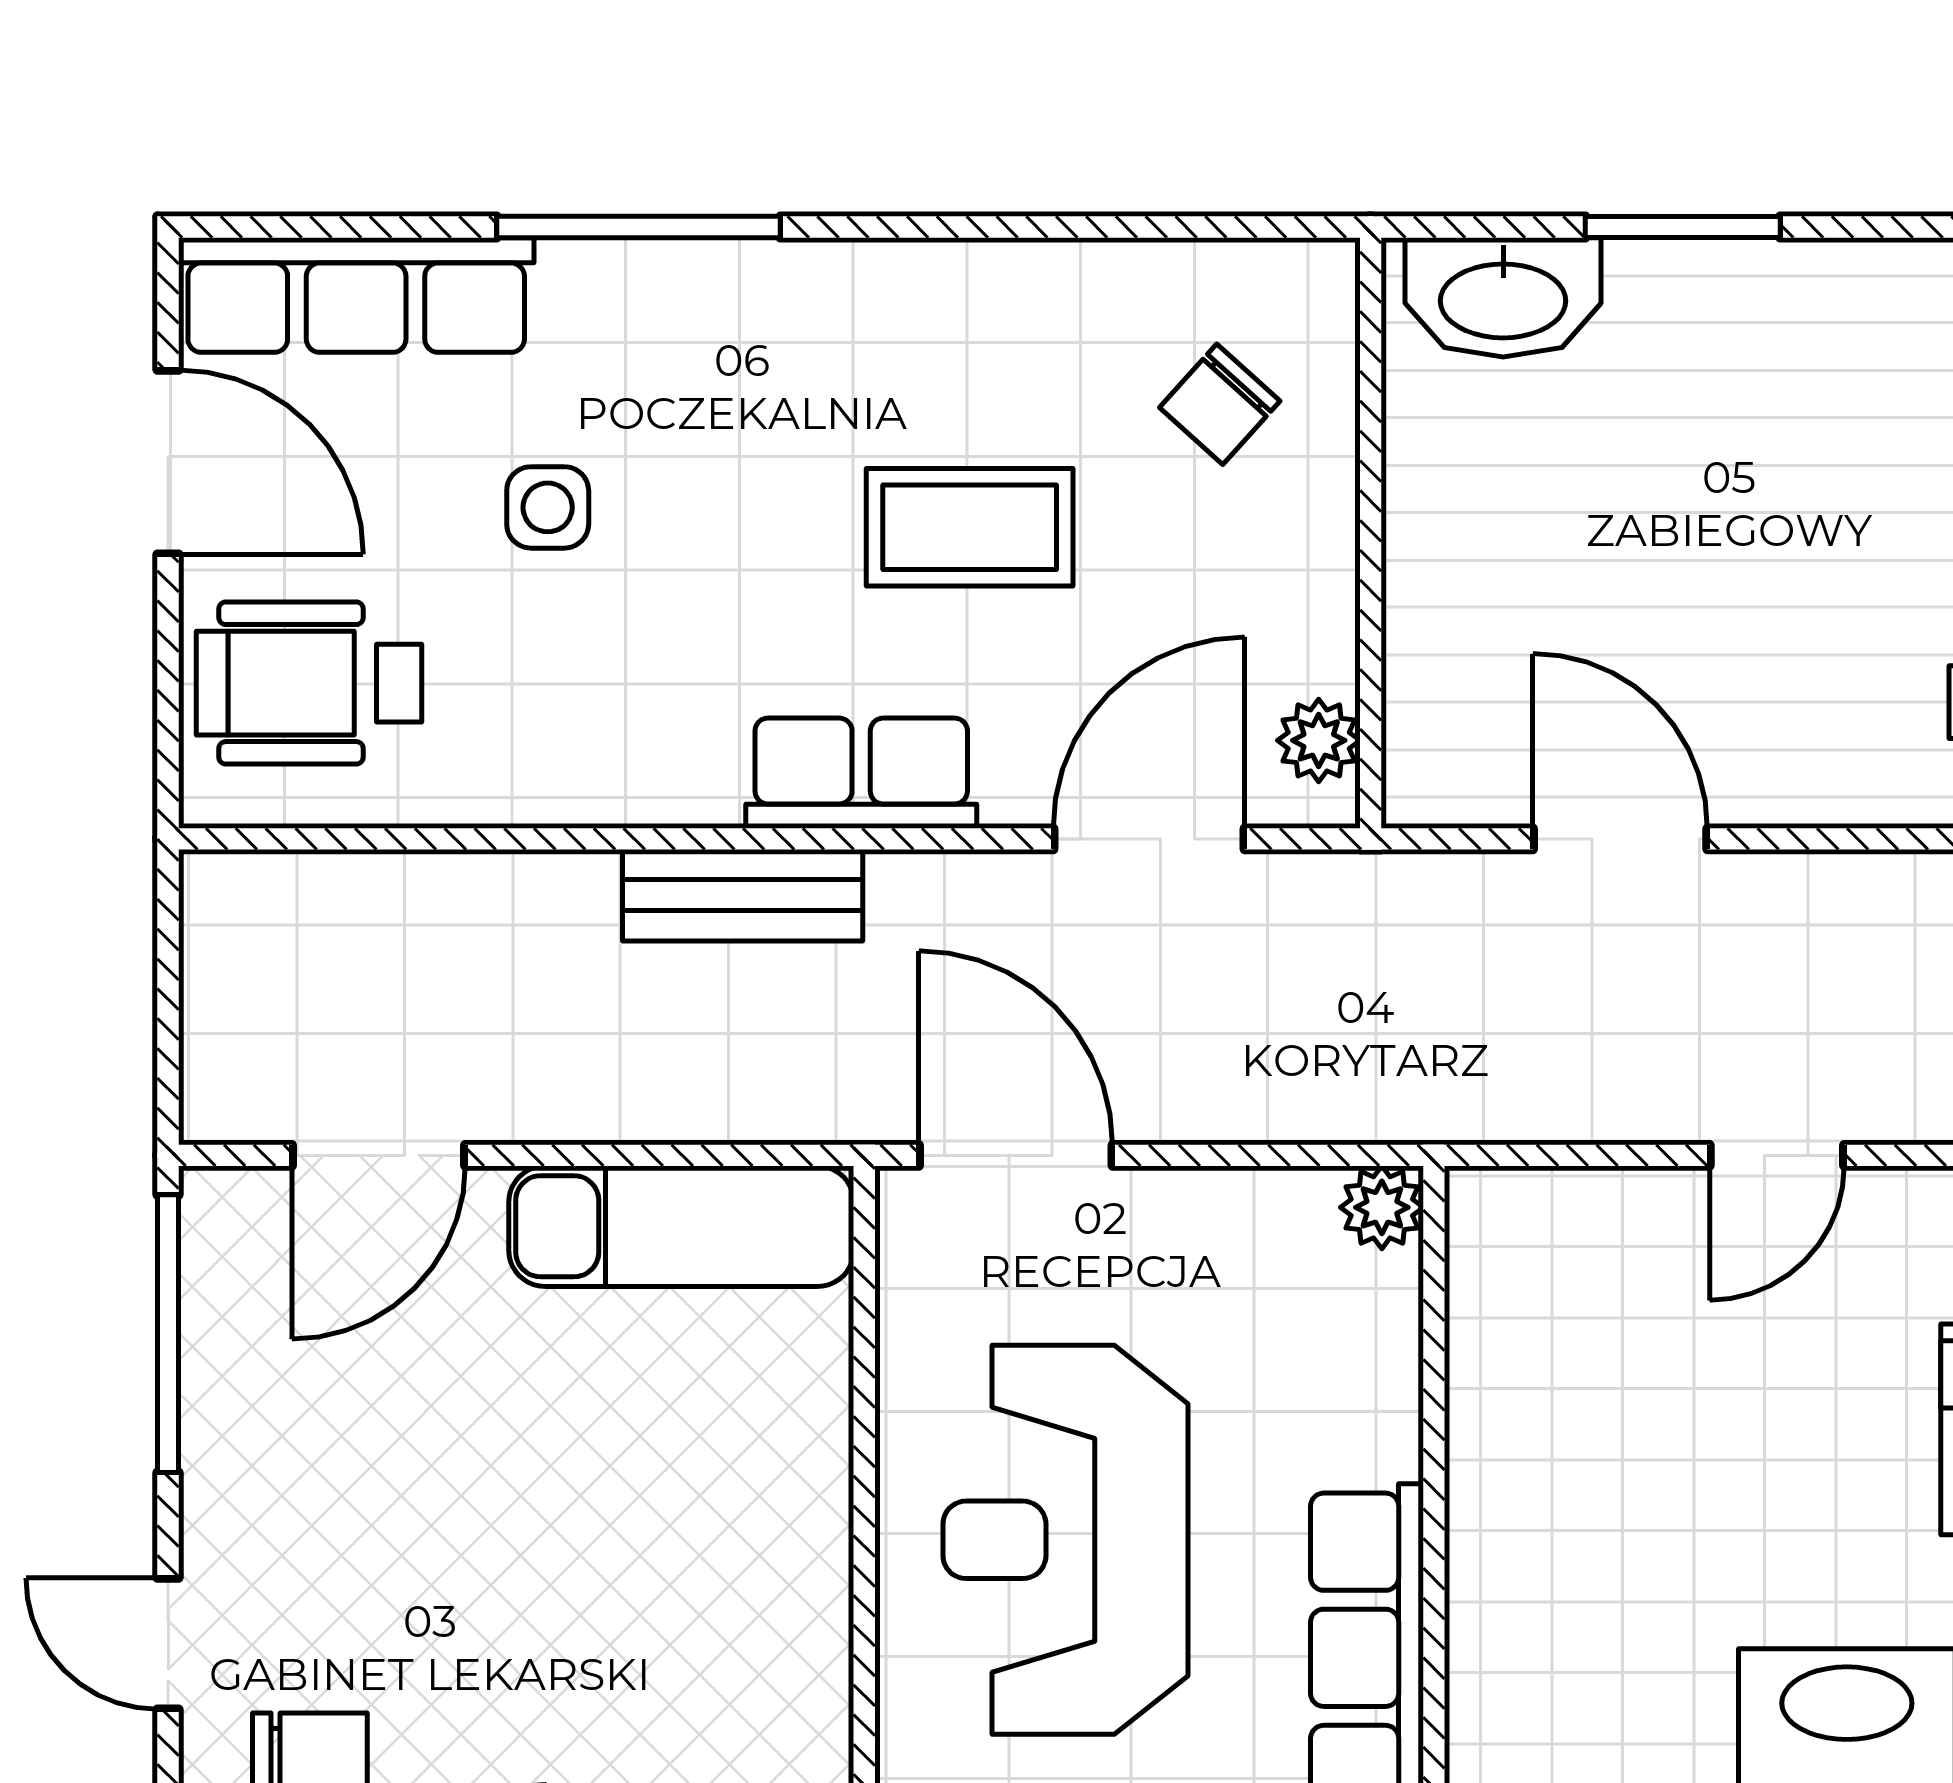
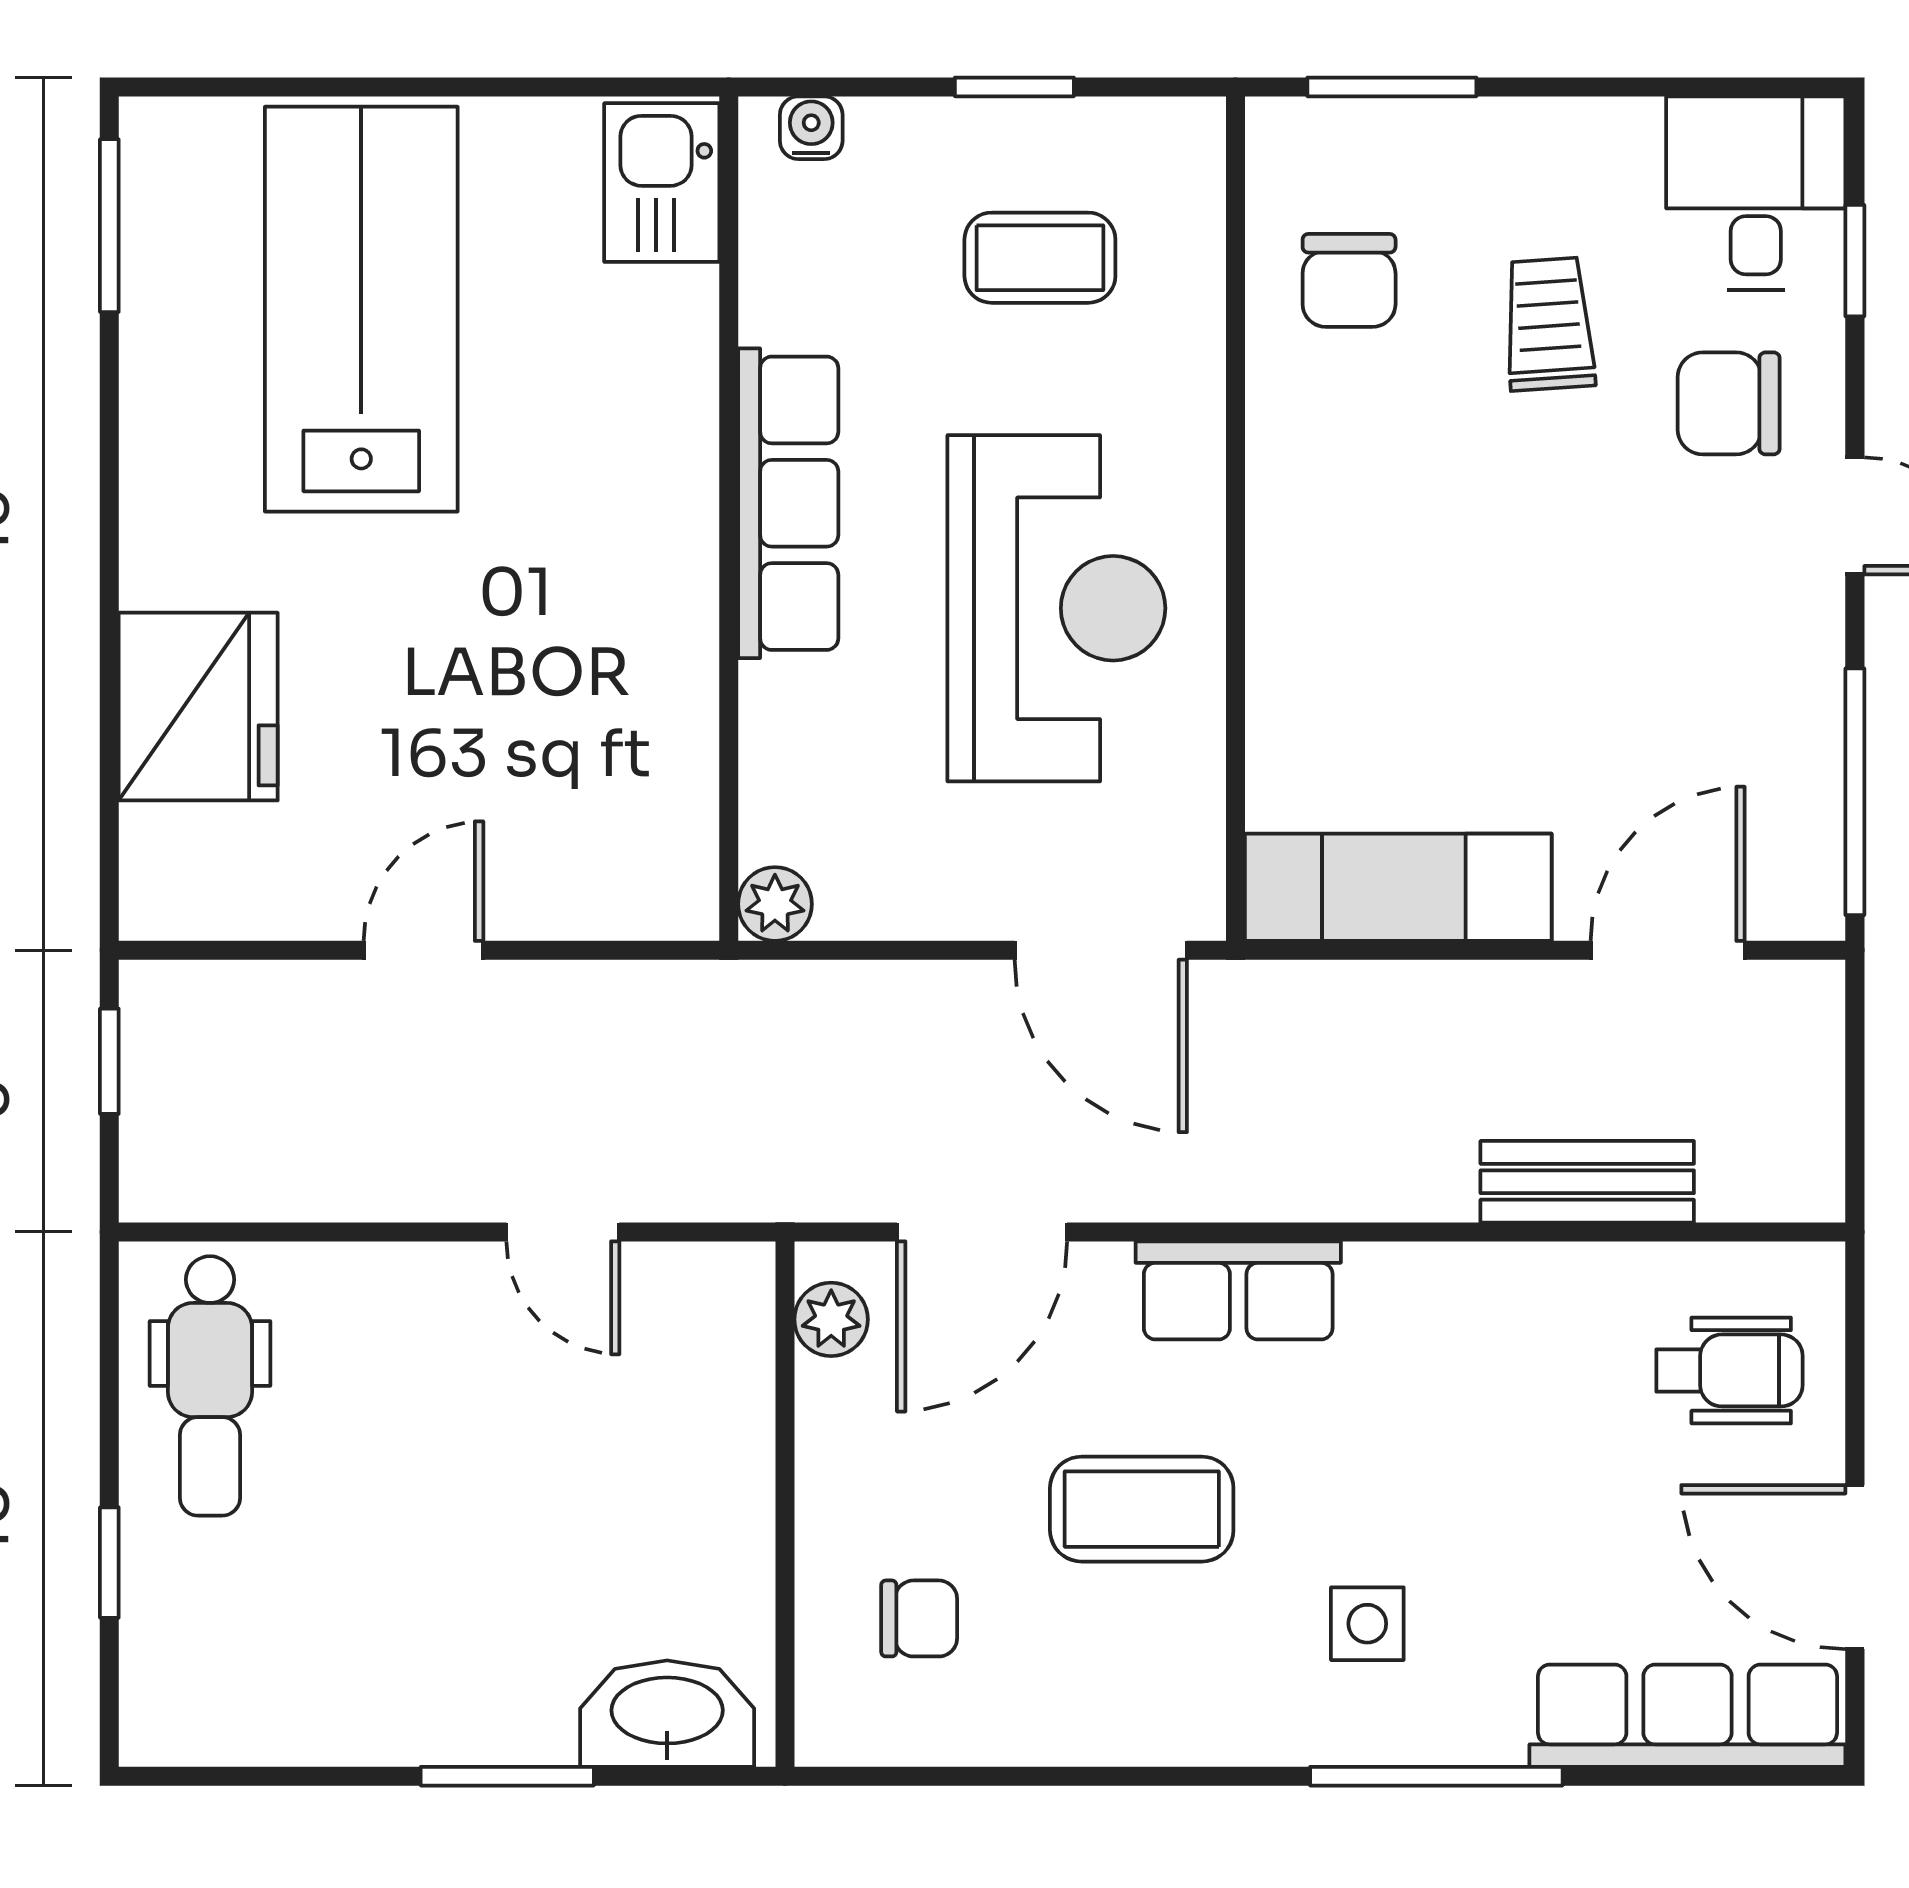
chair: (1220, 404) -> (919, 1618), turned 48
side table: (548, 507) -> (1367, 1624), moved
wheelchair: (309, 683) -> (1729, 1370), width x0.73, depth x0.73
door: (1620, 839) -> (563, 1232), width x0.73
bench: (743, 895) -> (1587, 1182), moved

